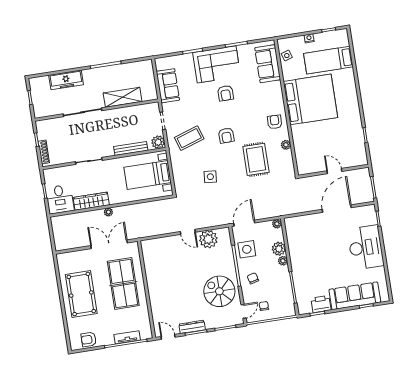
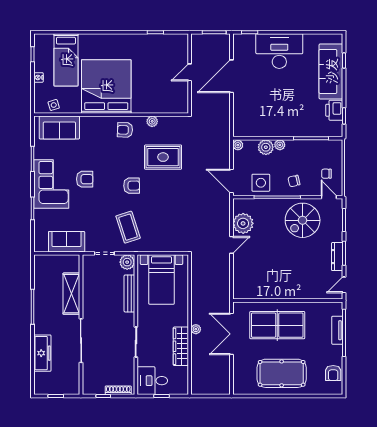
side table: (210, 177) -> (174, 210), removed
desk: (60, 199) -> (152, 381), moved, turned 180
door: (337, 209) -> (231, 76), hinge flipped

